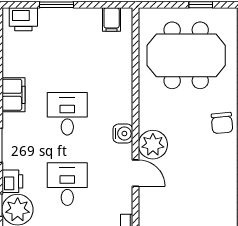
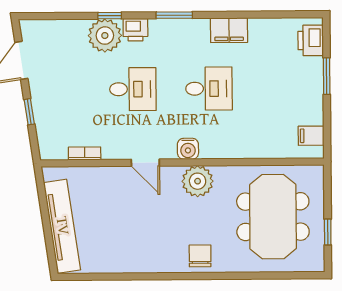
chair: (222, 123) -> (200, 256), turned 95
plant: (153, 145) -> (198, 181), moved
door: (135, 173) -> (145, 163), hinge flipped

